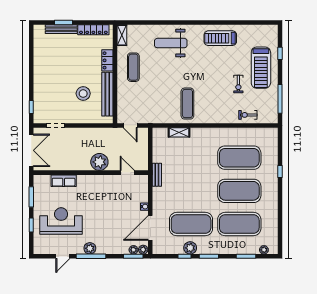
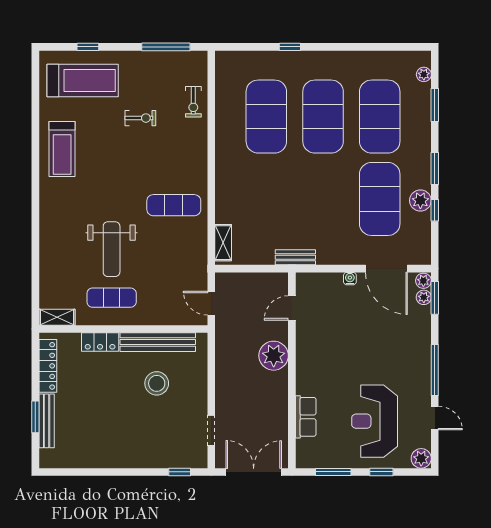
weight bench: (171, 43) -> (112, 249), moved
treadmill: (261, 68) -> (83, 81), moved
door: (130, 125) -> (211, 303), swing flipped
shelving: (179, 132) -> (223, 243), moved
plant: (90, 248) -> (421, 458), moved

